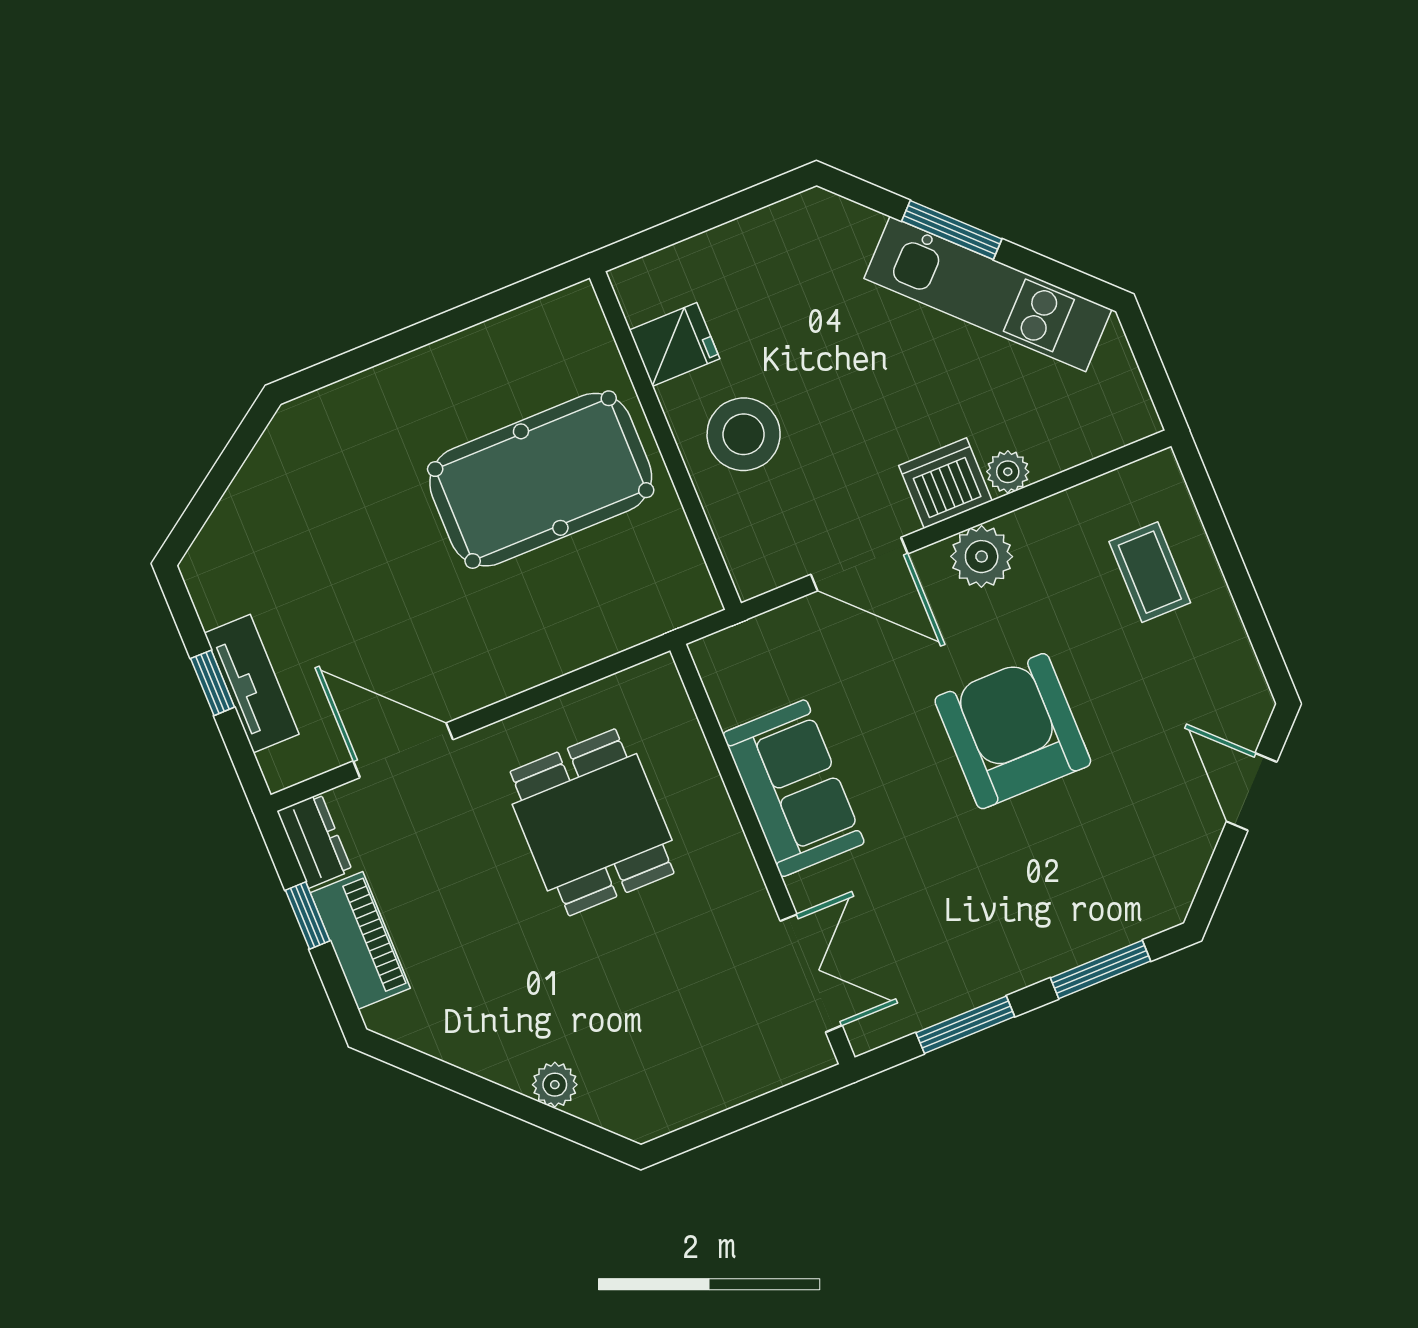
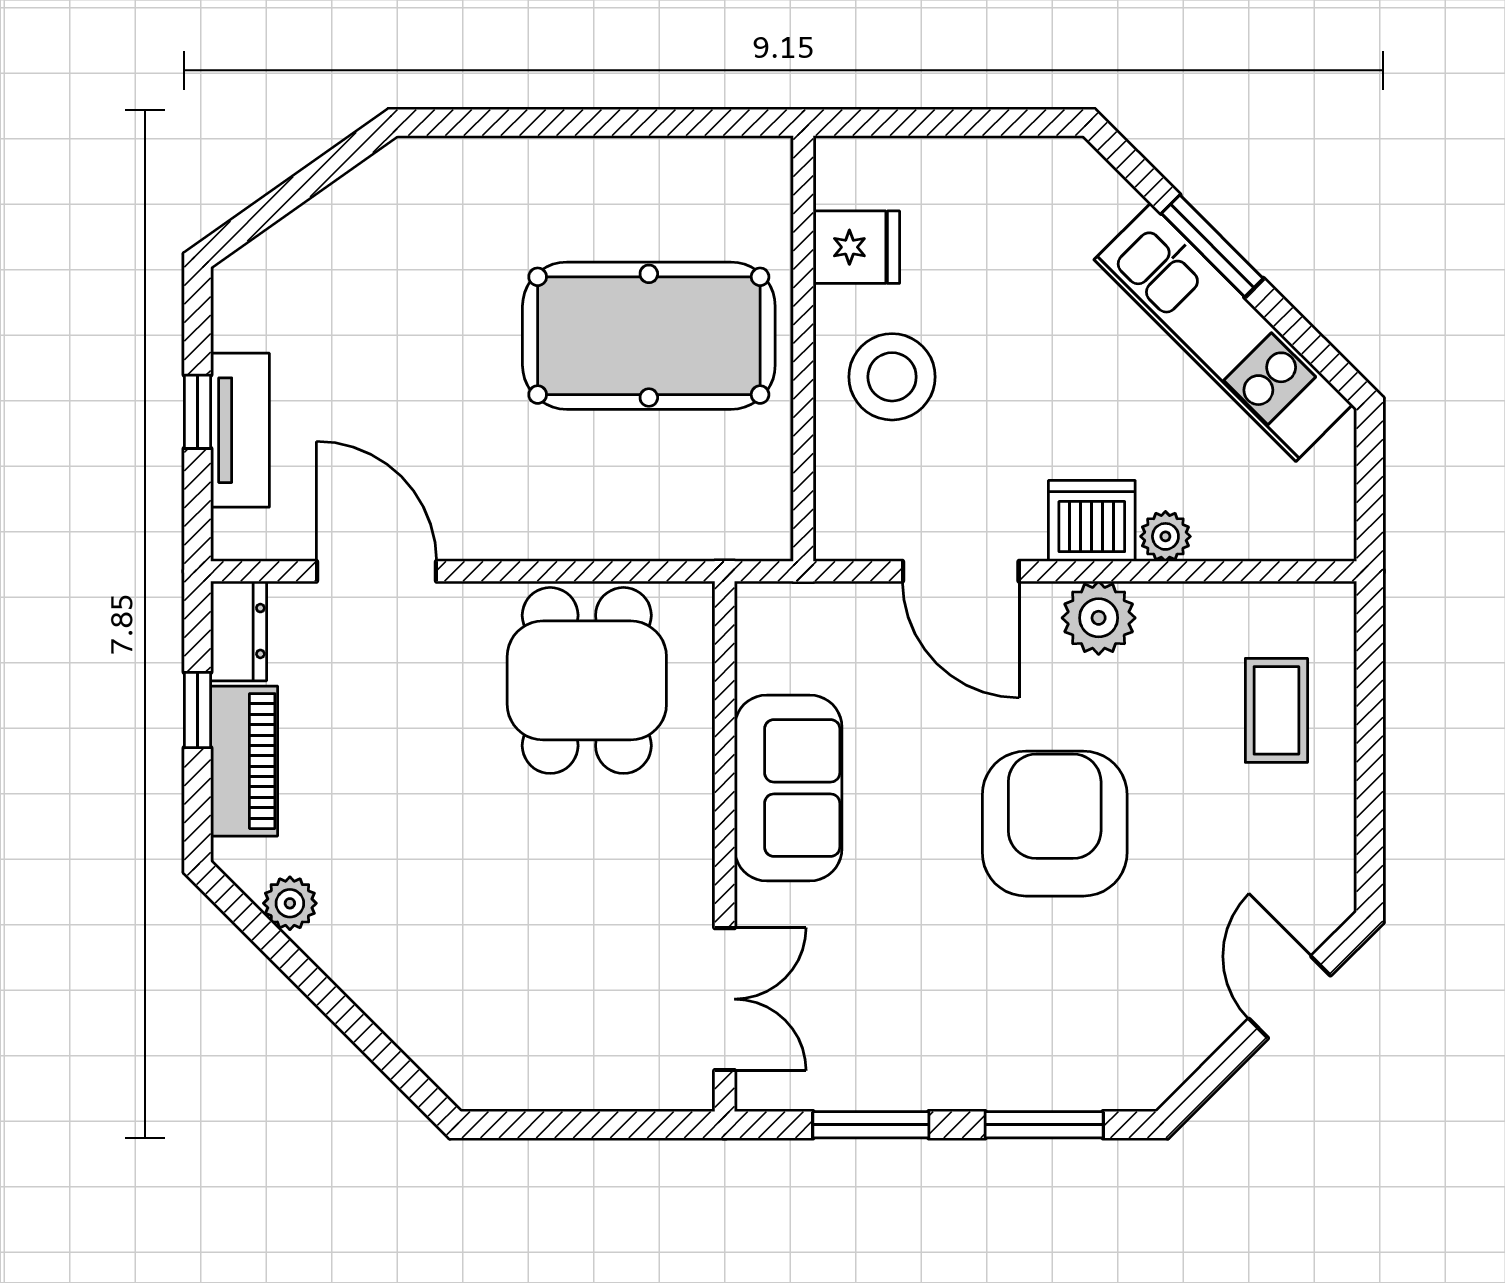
dining table: (592, 822) -> (587, 680), moved
plant: (555, 1085) -> (290, 903), moved

